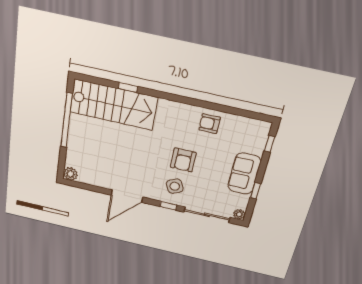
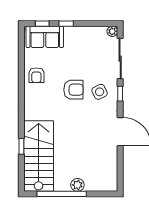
plant: (71, 174) -> (77, 185), moved
sofa: (244, 174) -> (45, 37), moved
window: (256, 191) -> (66, 24), moved

